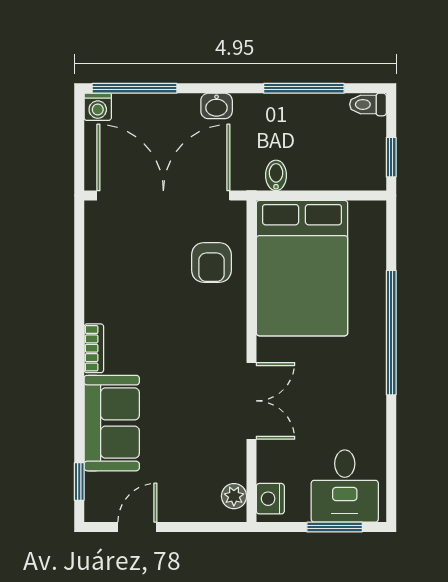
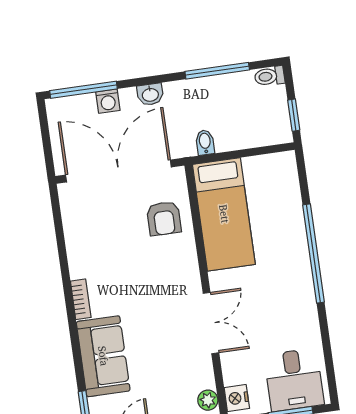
washing machine: (98, 107) -> (108, 101), moved
bed: (302, 268) -> (224, 214), width x0.67

